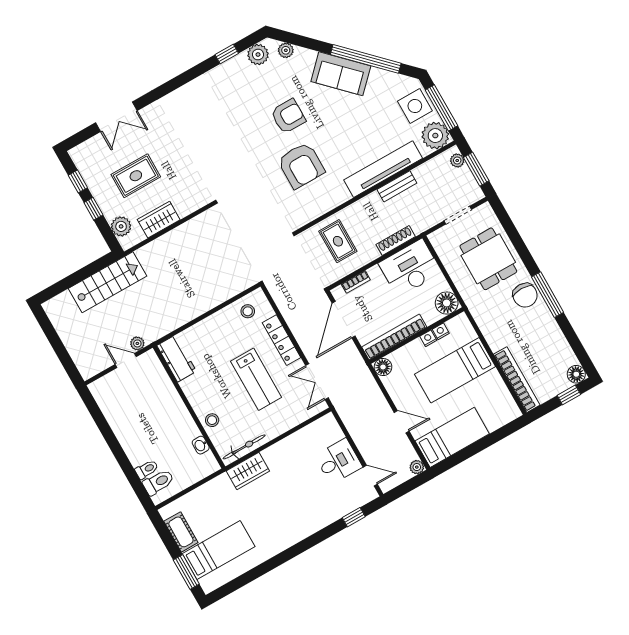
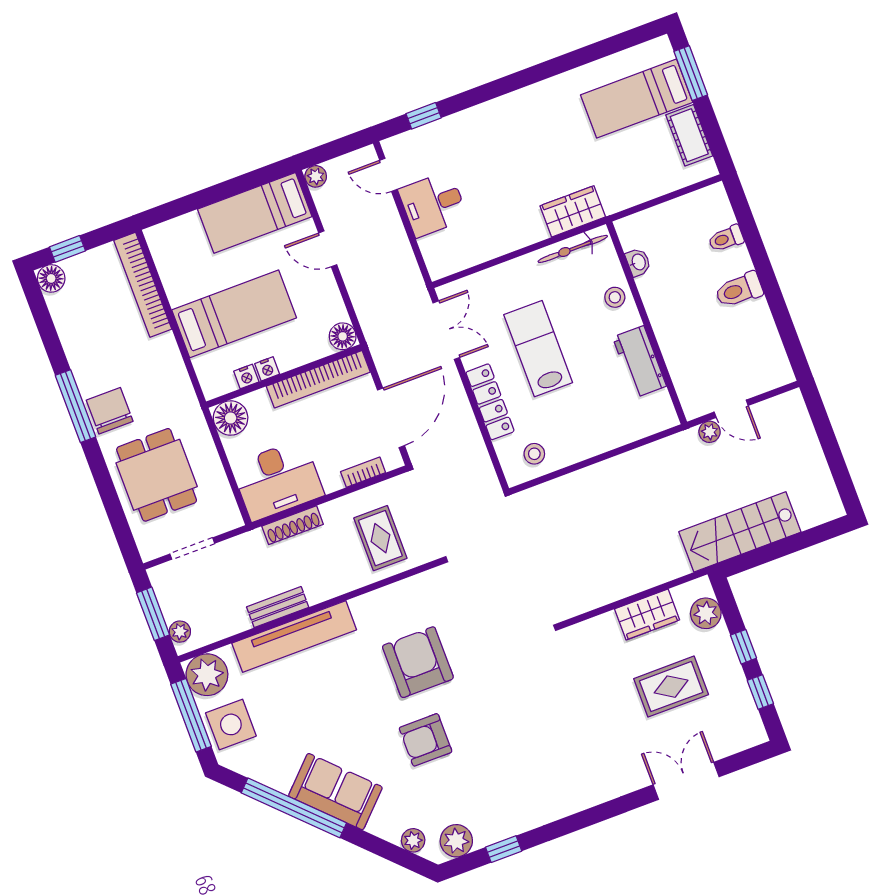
workbench: (177, 358) -> (639, 362), moved
toilet: (158, 482) -> (739, 290), moved

